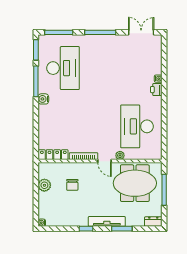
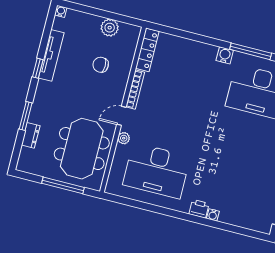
desk: (137, 126) -> (157, 171), turned 180
tv unit: (107, 221) -> (51, 55), moved
dresser: (153, 222) -> (31, 135), moved

